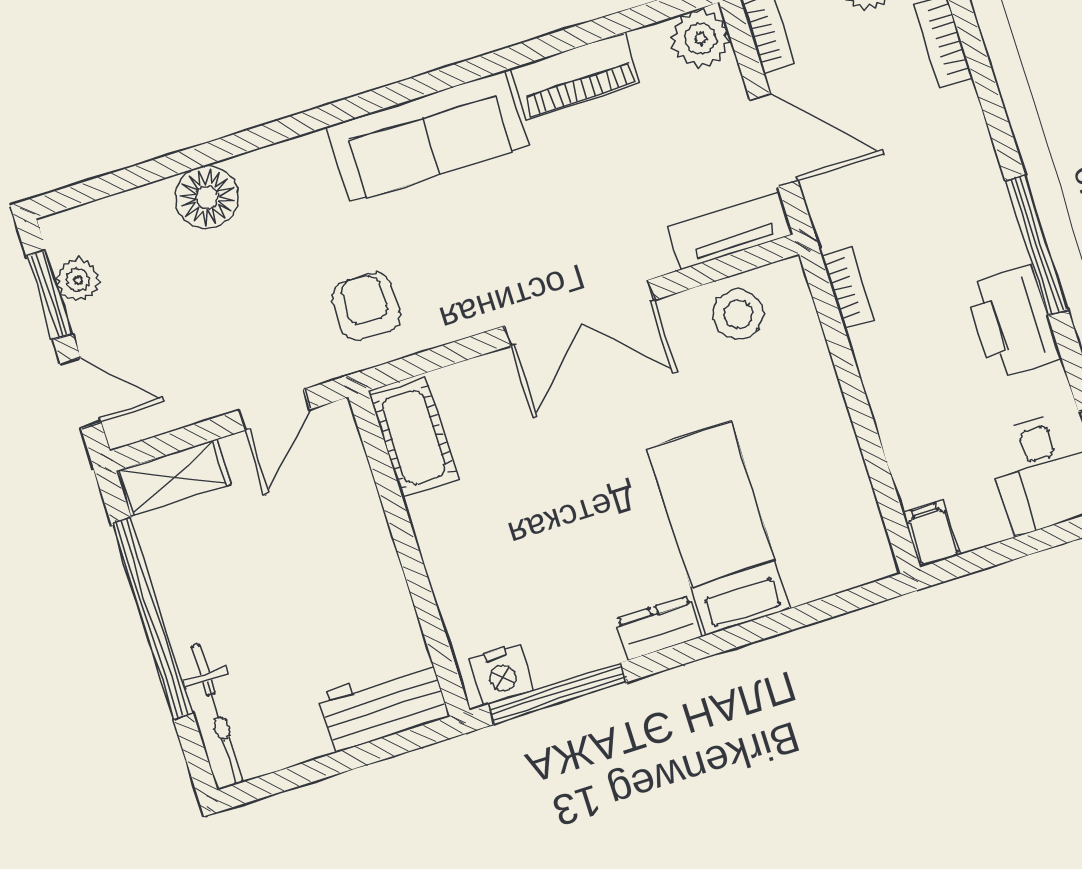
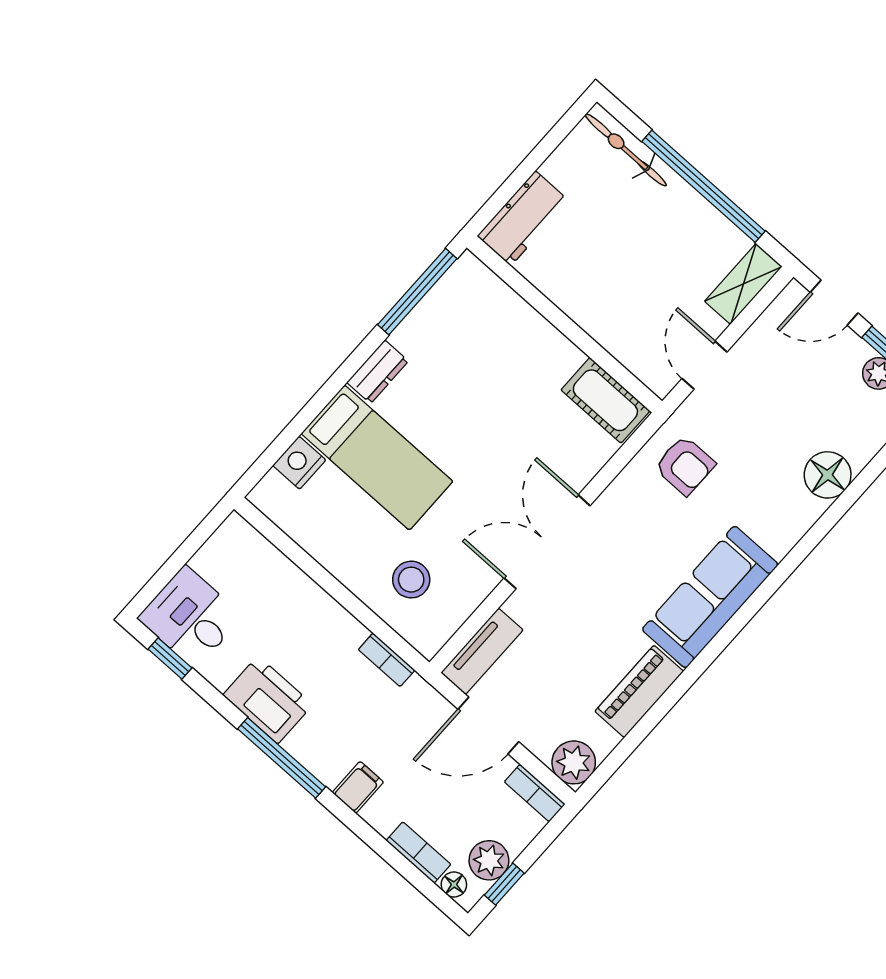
stool: (738, 314) -> (411, 580), moved
filing cabinet: (932, 534) -> (358, 787), moved, turned -90
nightstand: (502, 675) -> (299, 463), moved

